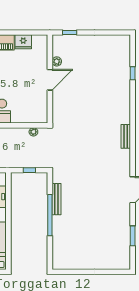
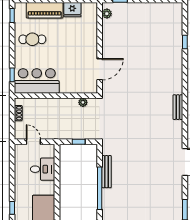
plant: (57, 61) -> (107, 14), moved
door: (50, 80) -> (100, 69), moved

